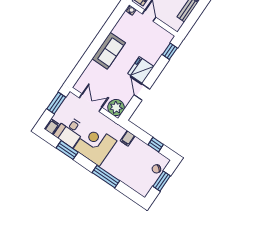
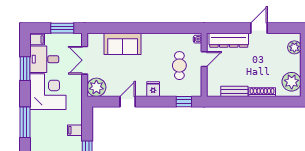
cafe table: (141, 37) -> (179, 66), added
sofa: (109, 51) -> (123, 44), moved
fridge: (141, 70) -> (153, 89), width x0.53, depth x0.75
double door: (91, 103) -> (85, 60), swing flipped
filing cabinet: (128, 138) -> (75, 130), moved

